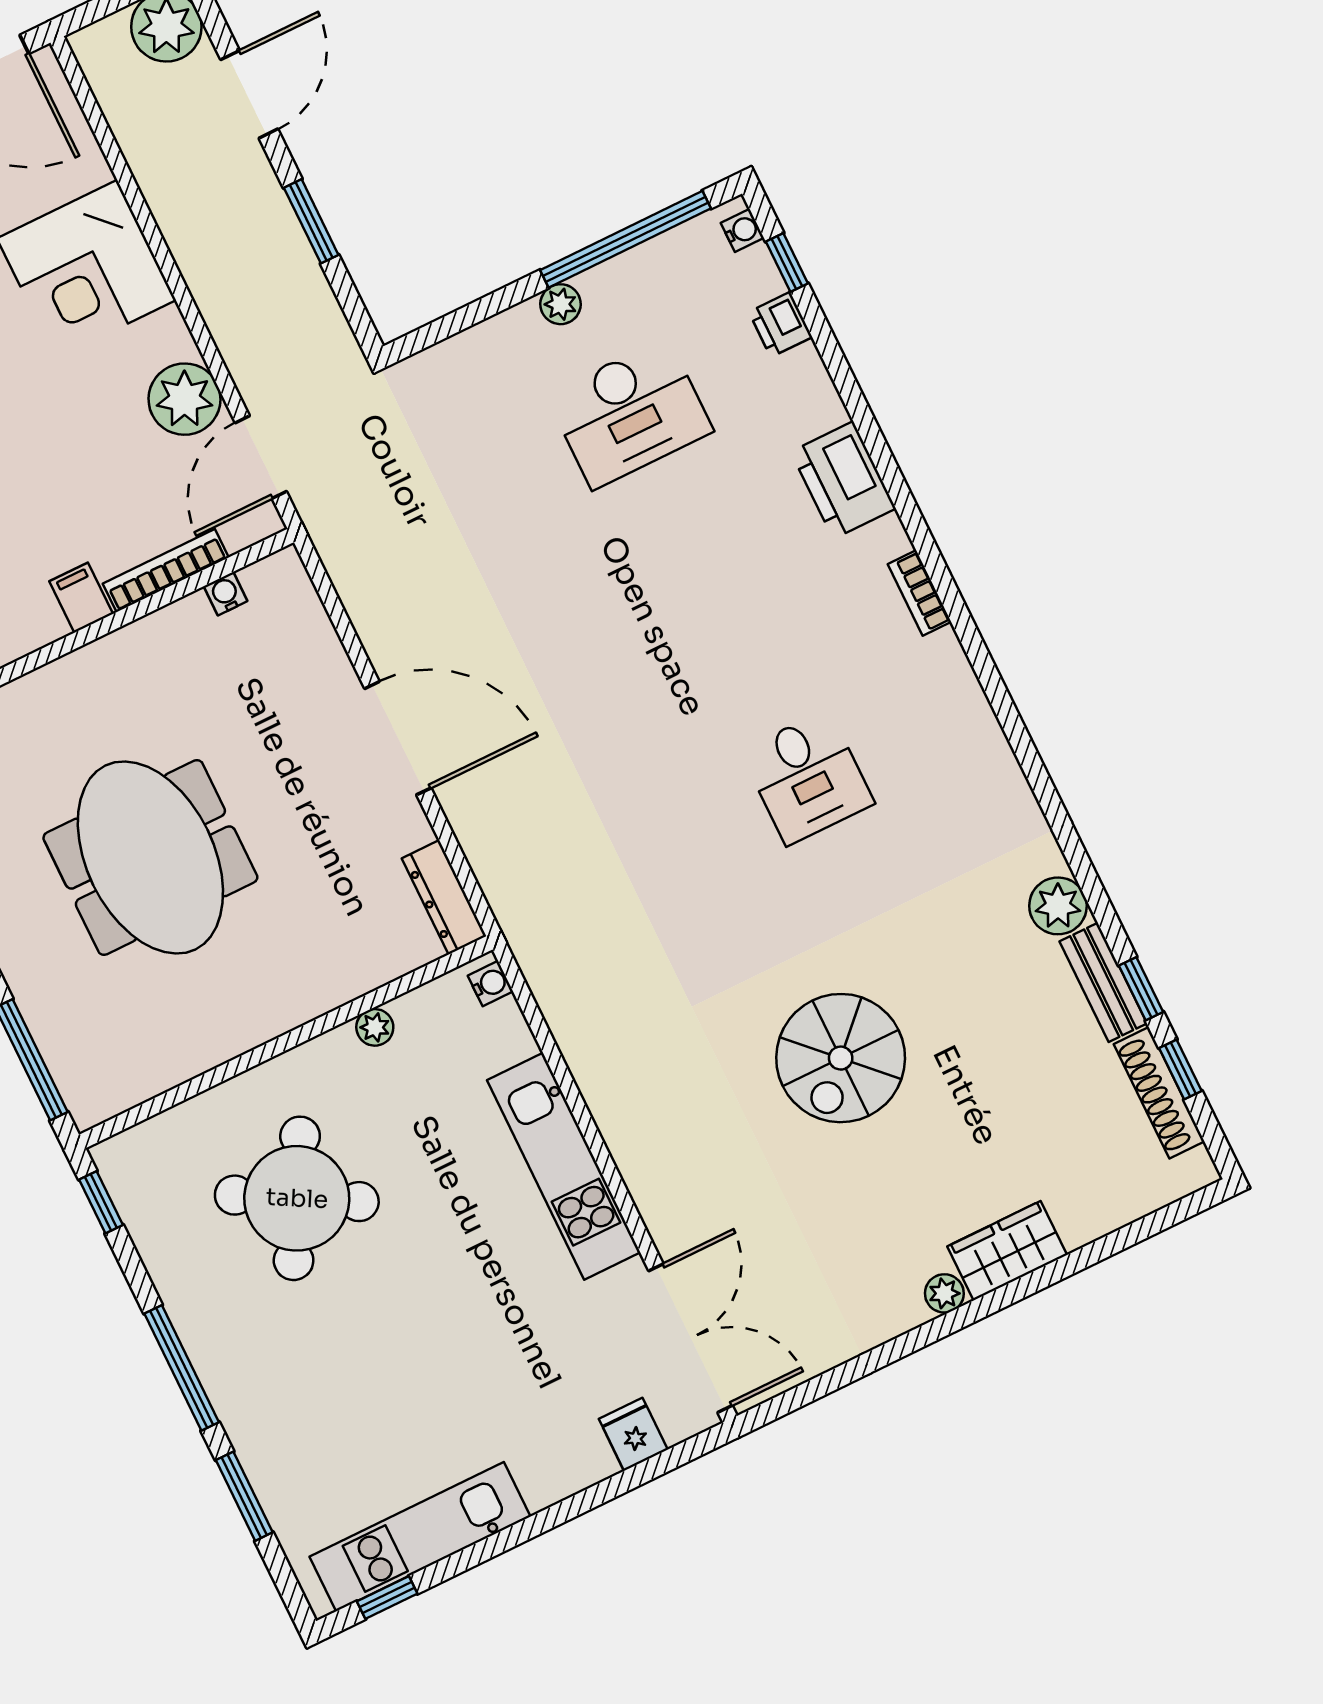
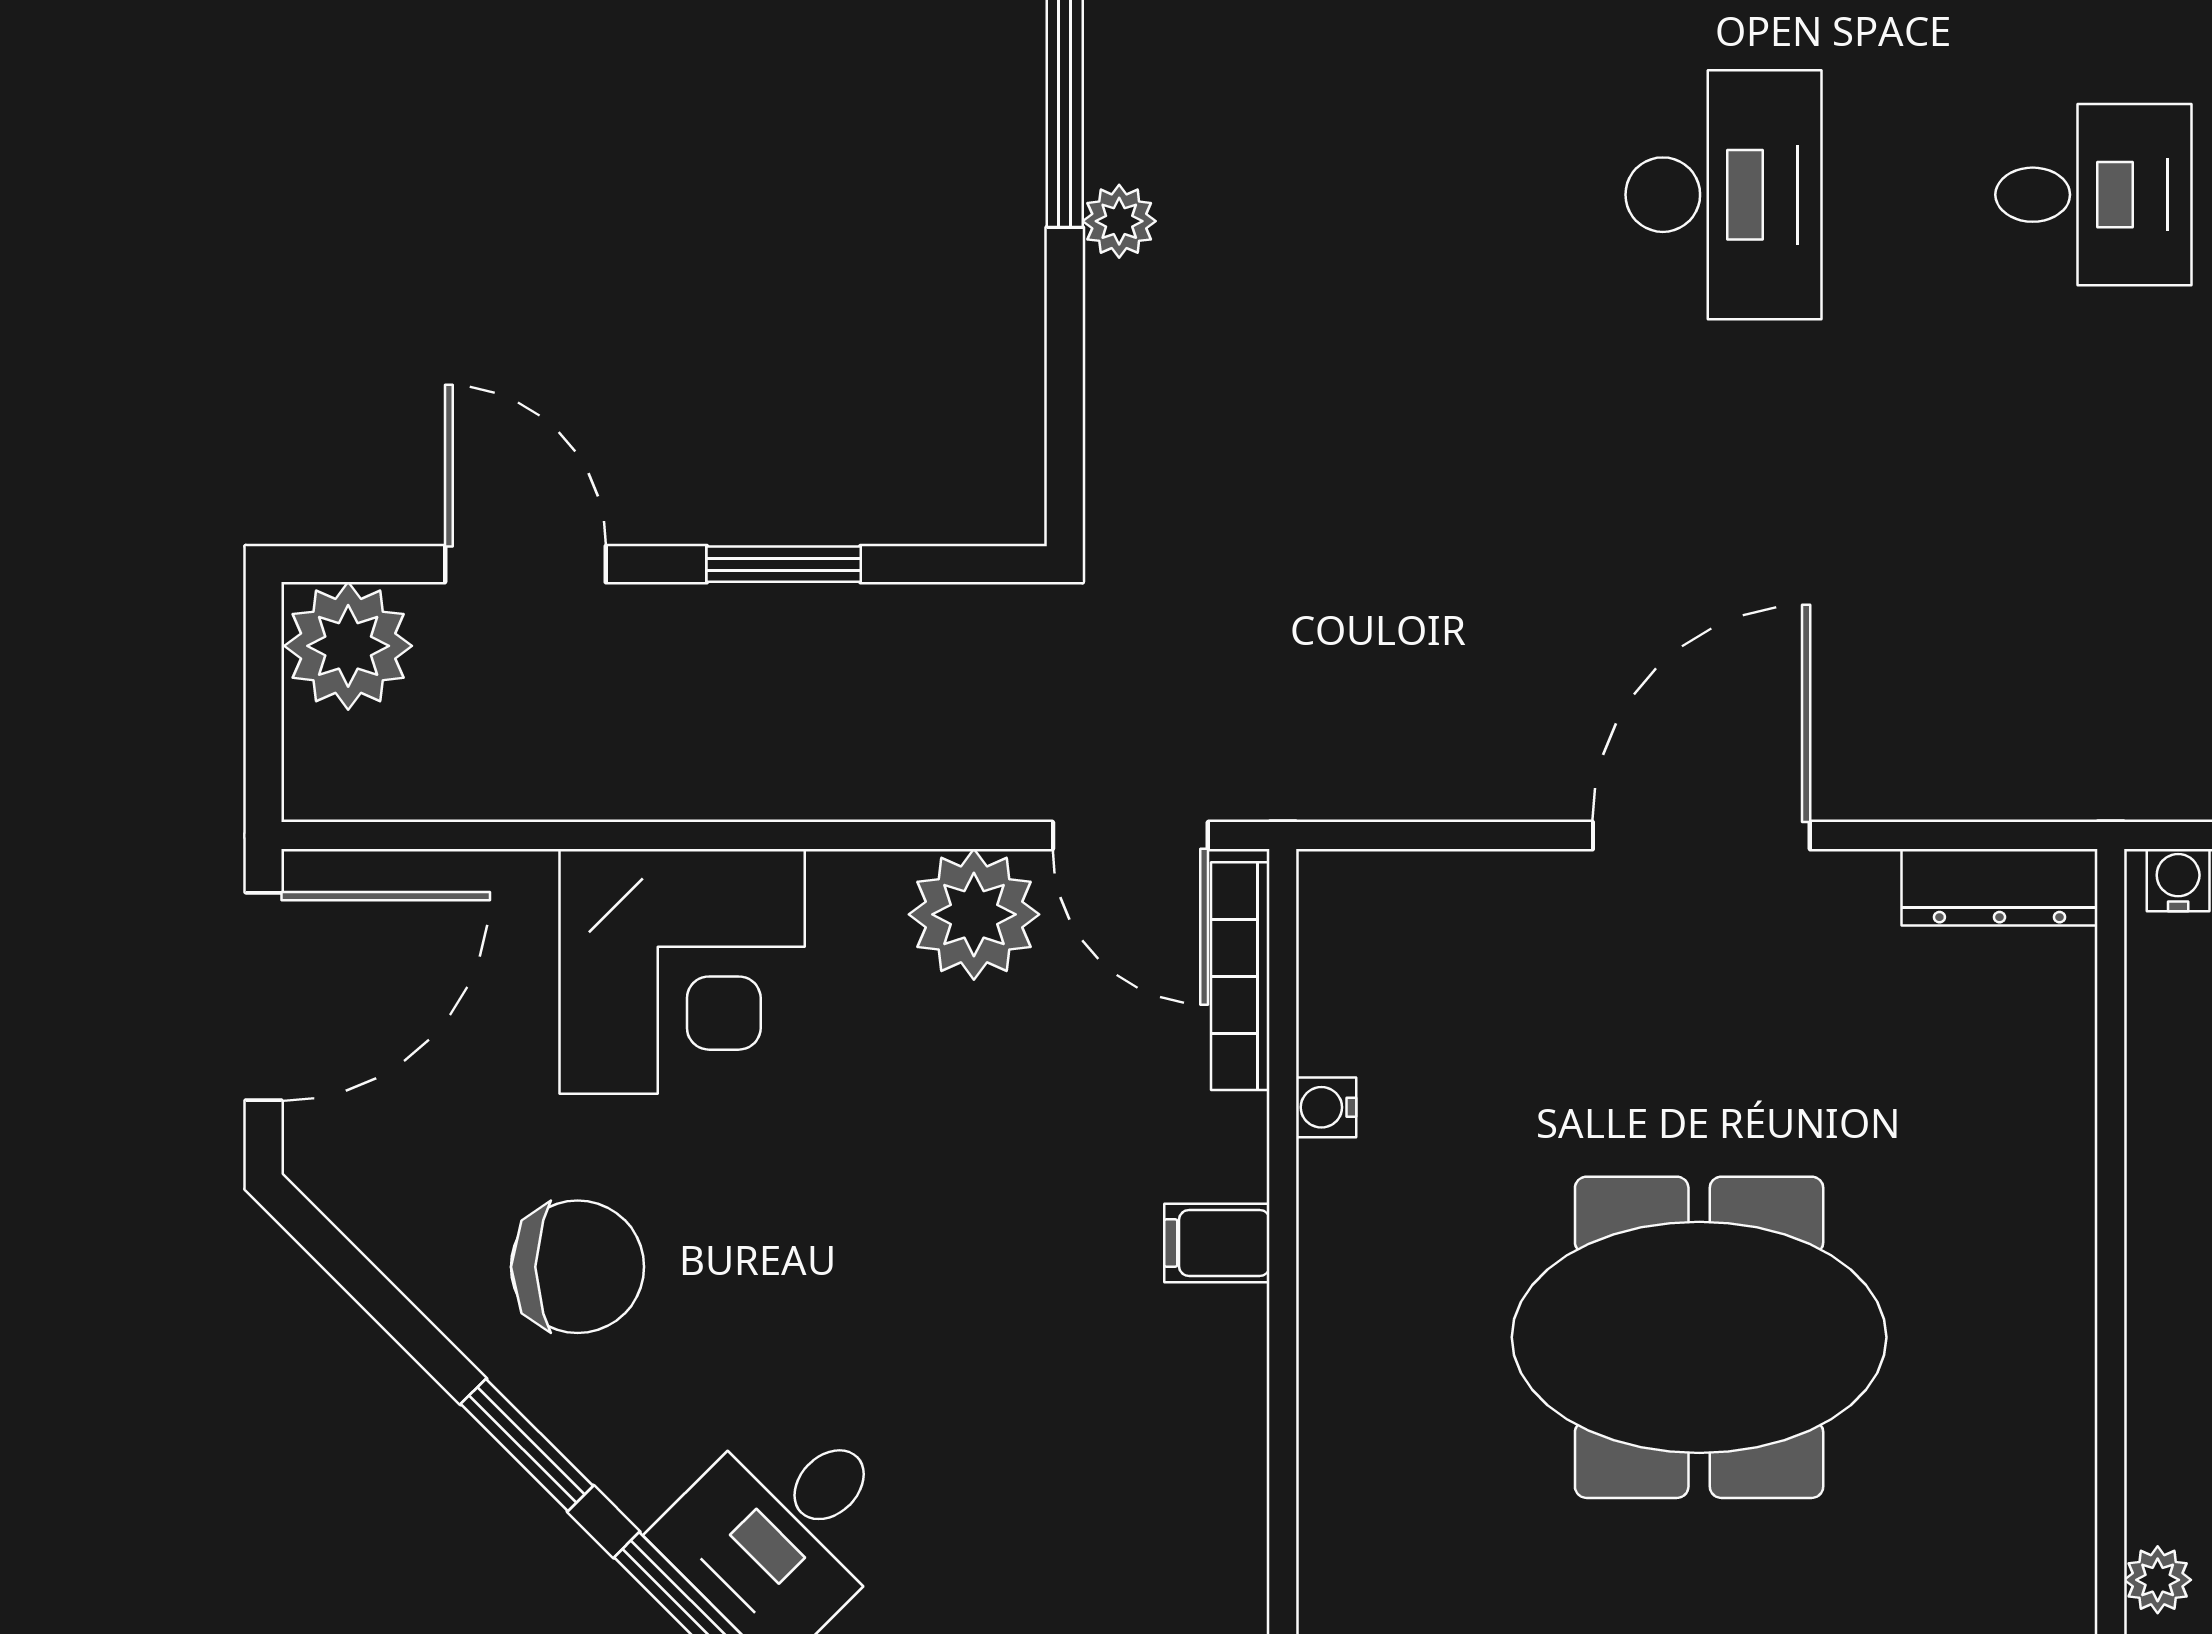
desk: (630, 413) -> (1723, 195), moved
bookcase: (166, 571) -> (1240, 976), moved
water cooler: (226, 594) -> (1326, 1107), moved
plant: (375, 1027) -> (2158, 1580), moved

